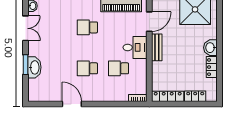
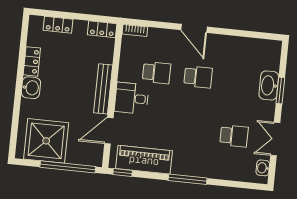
school desk: (87, 27) -> (234, 136), moved
bench: (157, 47) -> (103, 89), width x1.36
locker: (168, 96) -> (102, 29), width x0.66
door: (72, 104) -> (194, 28), moved

